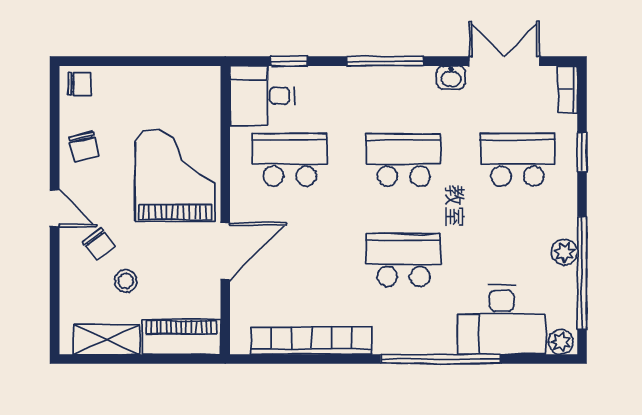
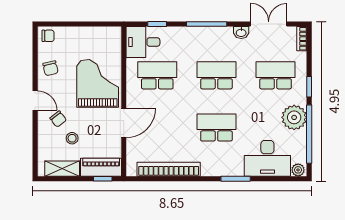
window: (582, 152) -> (309, 87), moved
plant: (564, 252) -> (294, 117), width x1.87, depth x1.87
window: (185, 359) -> (103, 179), added
window: (441, 359) -> (236, 179), width x0.47

